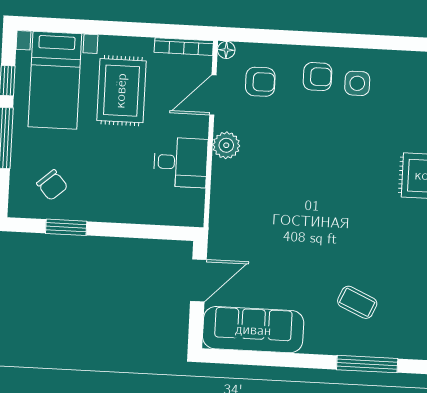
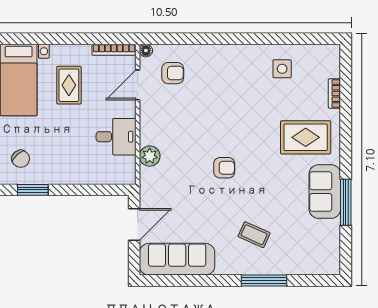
armchair: (317, 77) -> (224, 168), moved
side table: (357, 83) -> (282, 69), moved
rug: (121, 91) -> (69, 85), width x0.73, depth x0.70
plant: (226, 145) -> (150, 156), moved

